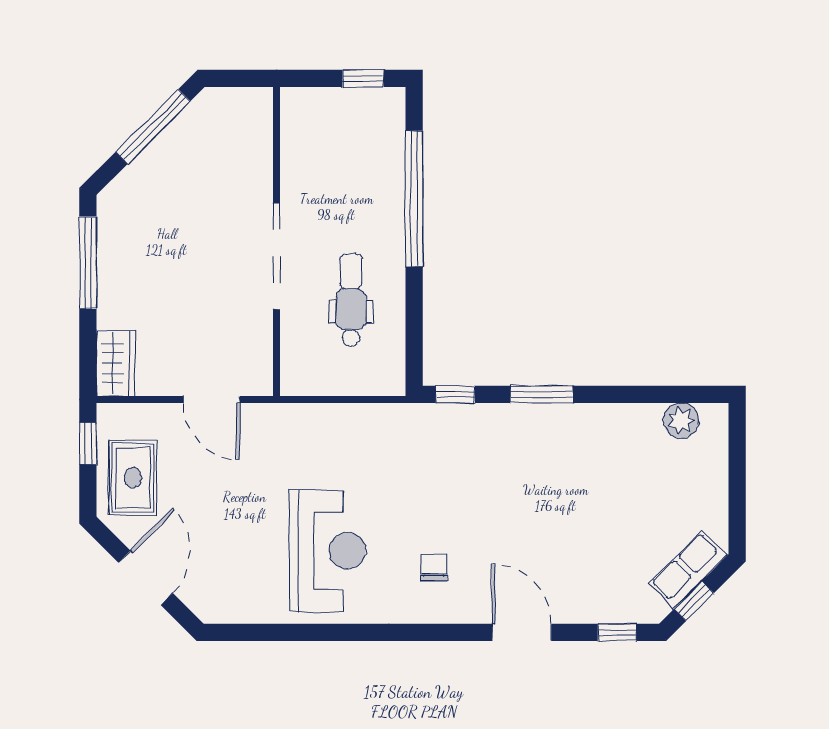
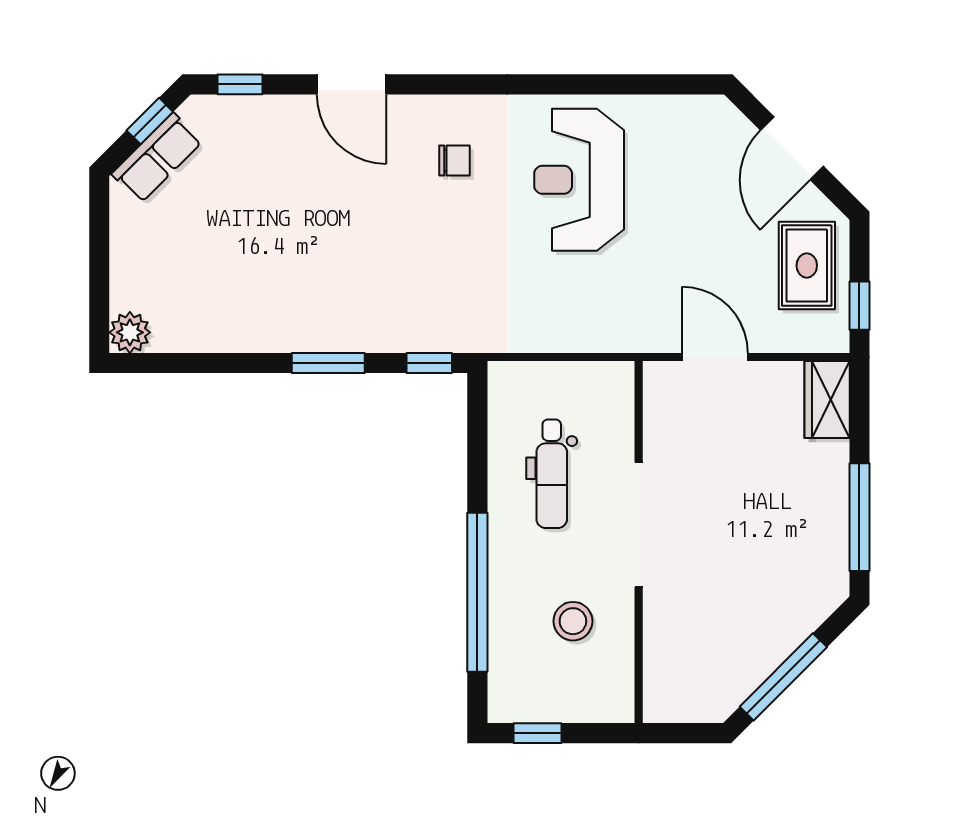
stool: (333, 174) -> (573, 621), added
plant: (681, 421) -> (130, 332), moved
chair: (434, 567) -> (455, 160), turned -90

